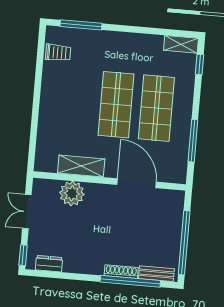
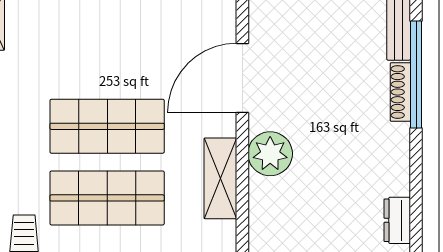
shop shelf: (156, 108) -> (107, 198), moved
plant: (72, 193) -> (270, 154), moved

